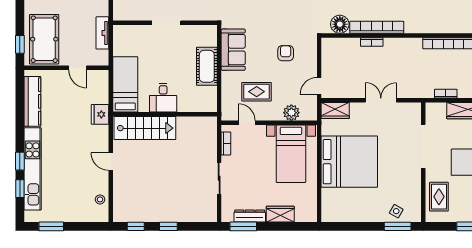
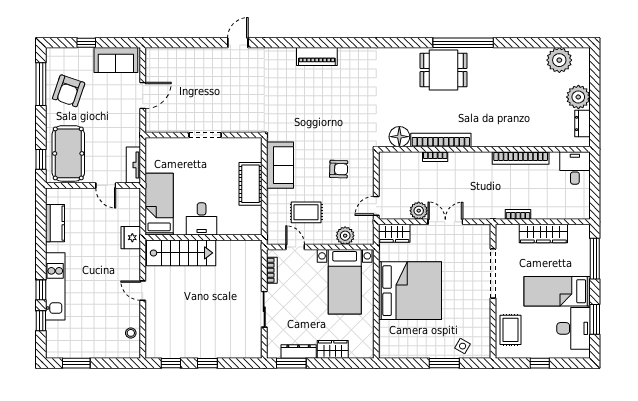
tv unit: (102, 33) -> (133, 165), moved
armchair: (286, 53) -> (339, 169), turned 92
plant: (357, 90) -> (419, 211), added
kitchen counter: (32, 101) -> (55, 223), width x0.67
kitchen unit: (33, 169) -> (55, 286), width x0.73
window: (398, 226) -> (444, 363), moved

